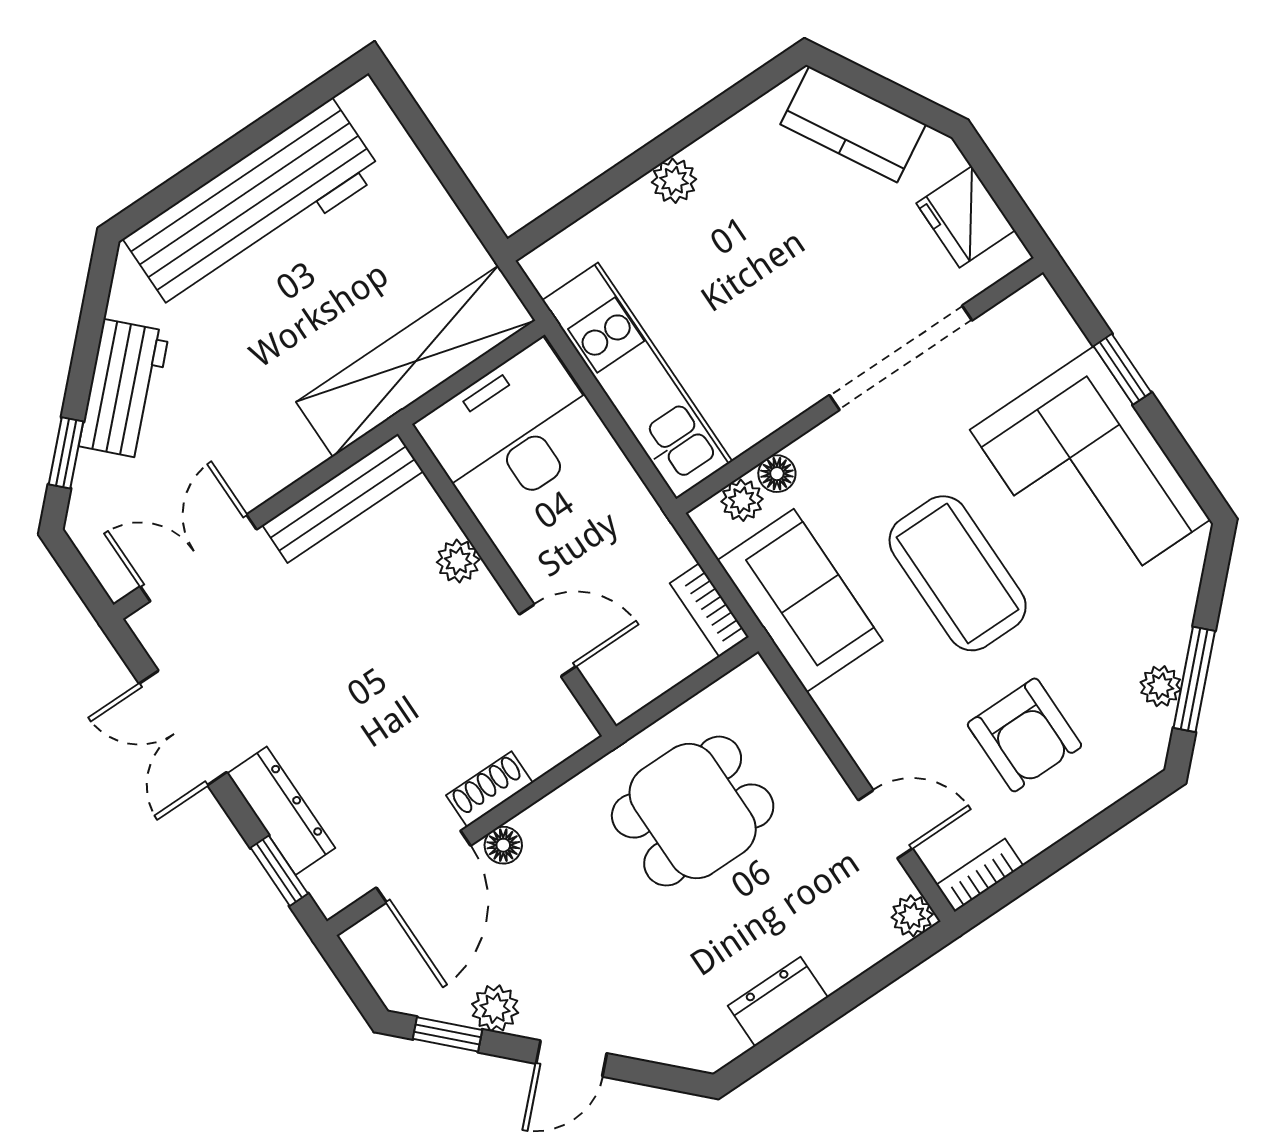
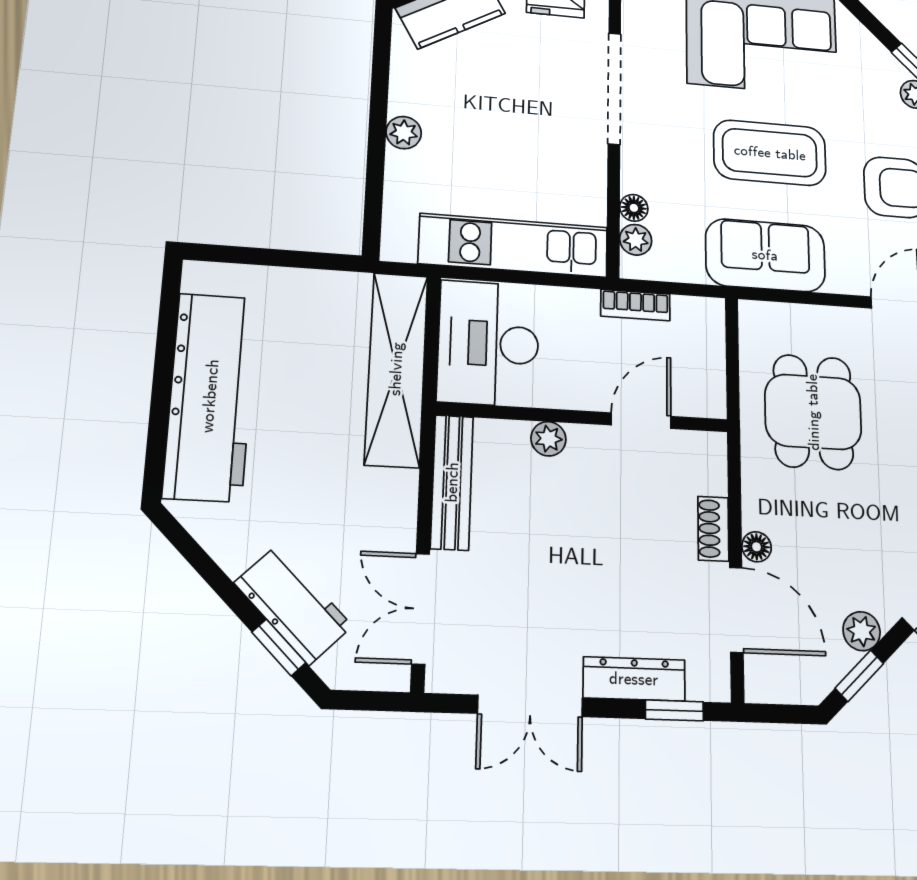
workbench: (124, 389) -> (293, 604), moved
sofa: (800, 600) -> (765, 255), moved
bookcase: (709, 610) -> (635, 305), moved

